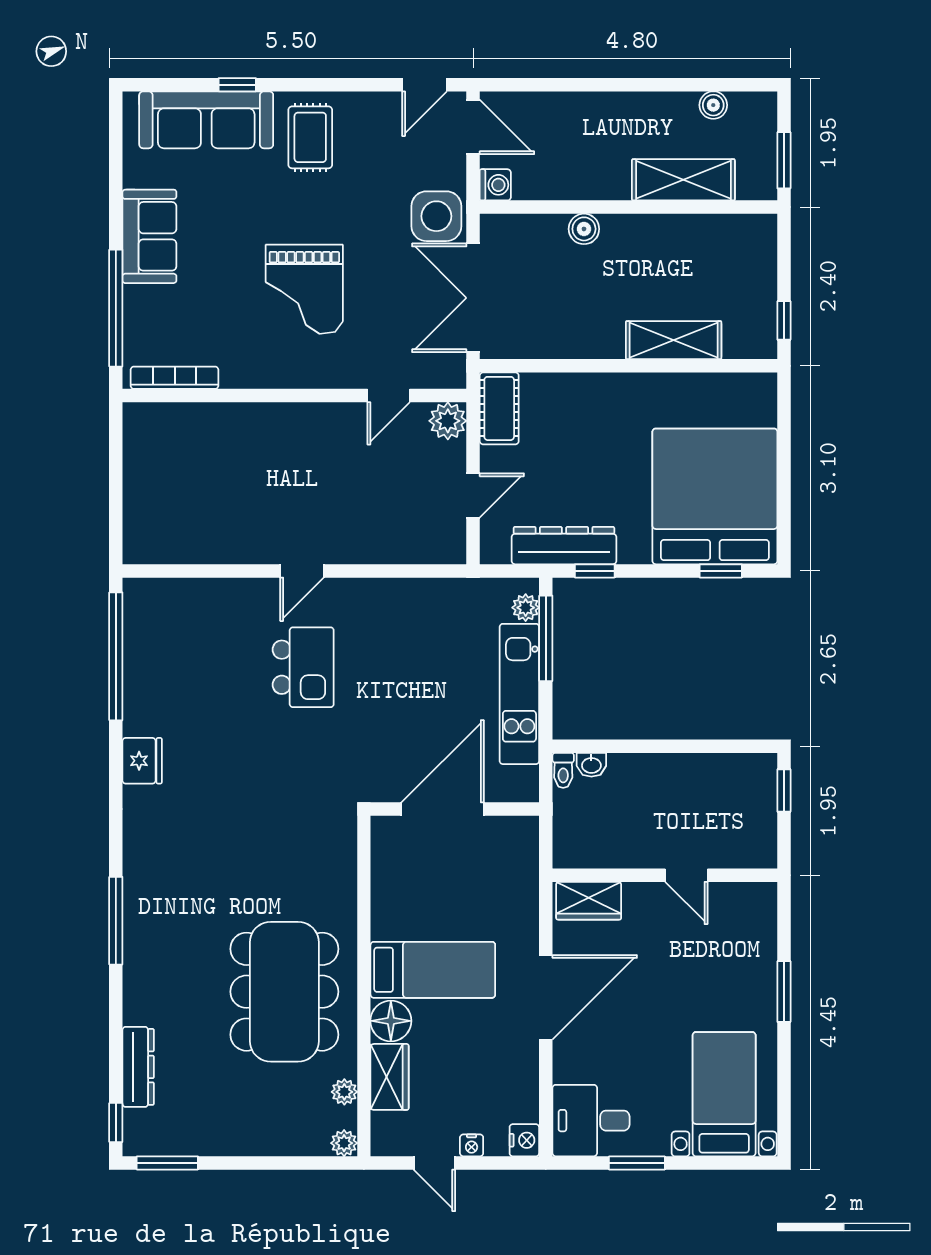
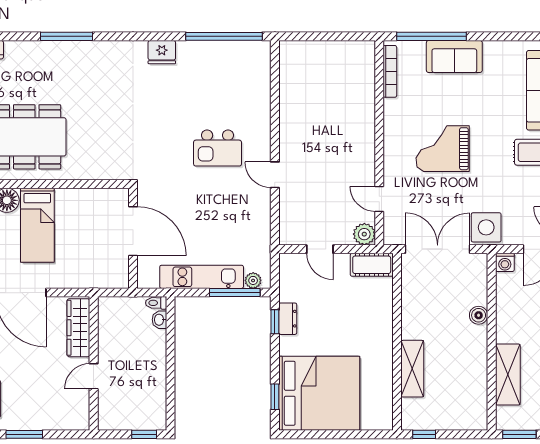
sofa: (149, 236) -> (454, 56), moved
dresser: (564, 546) -> (288, 319), width x0.51, depth x0.80
door: (302, 571) -> (275, 175), moved
wardrobe: (589, 901) -> (78, 328), width x1.50

